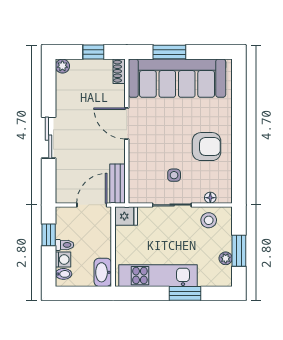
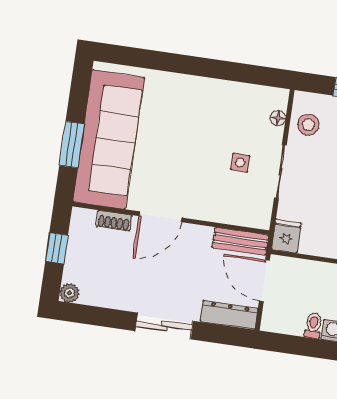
shoe rack: (119, 71) -> (114, 221), moved
armchair: (207, 147) -> (208, 113), removed
dresser: (63, 183) -> (229, 315), added
window: (49, 235) -> (297, 345), removed

